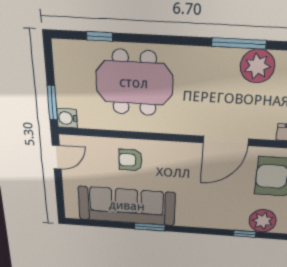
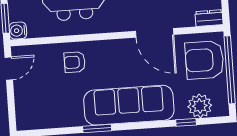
door: (226, 141) -> (155, 33), hinge flipped
sofa: (127, 206) -> (129, 105), moved

